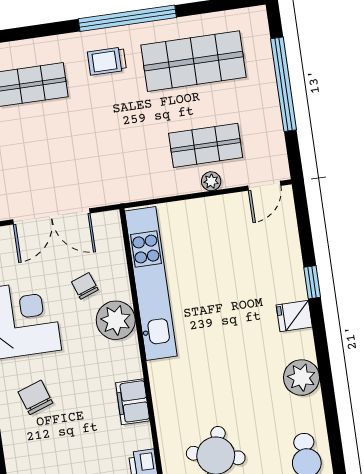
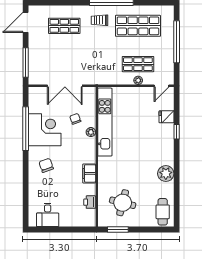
fridge: (294, 316) -> (167, 117), moved
plant: (116, 320) -> (91, 132), width x0.53, depth x0.53

